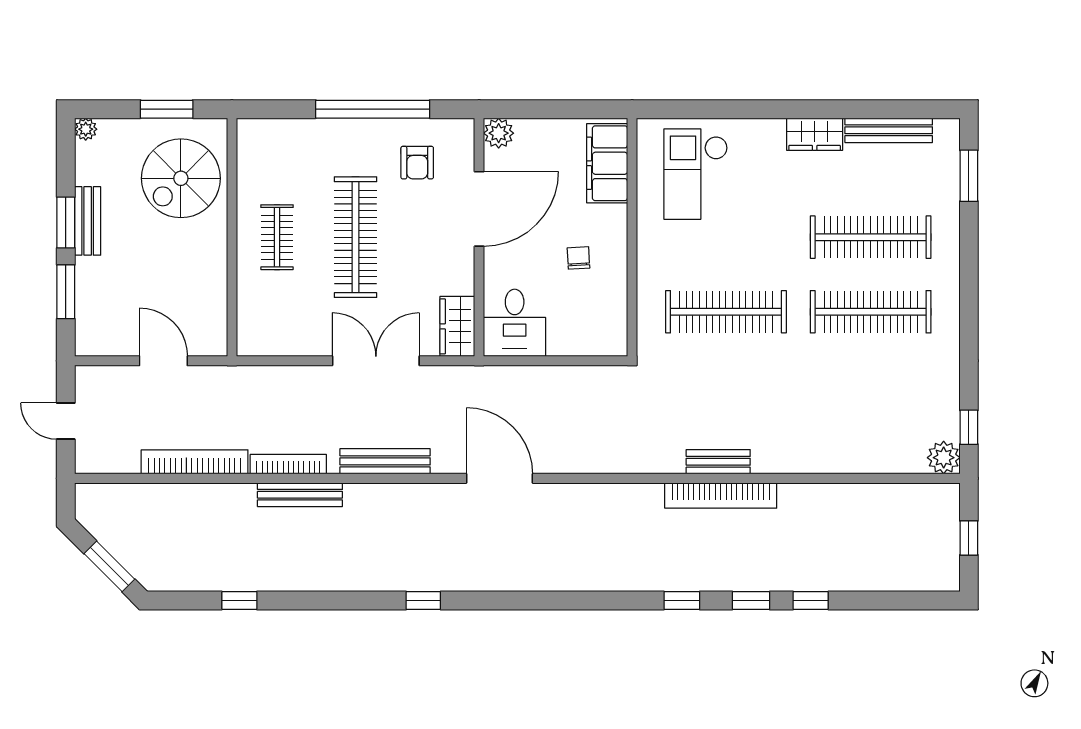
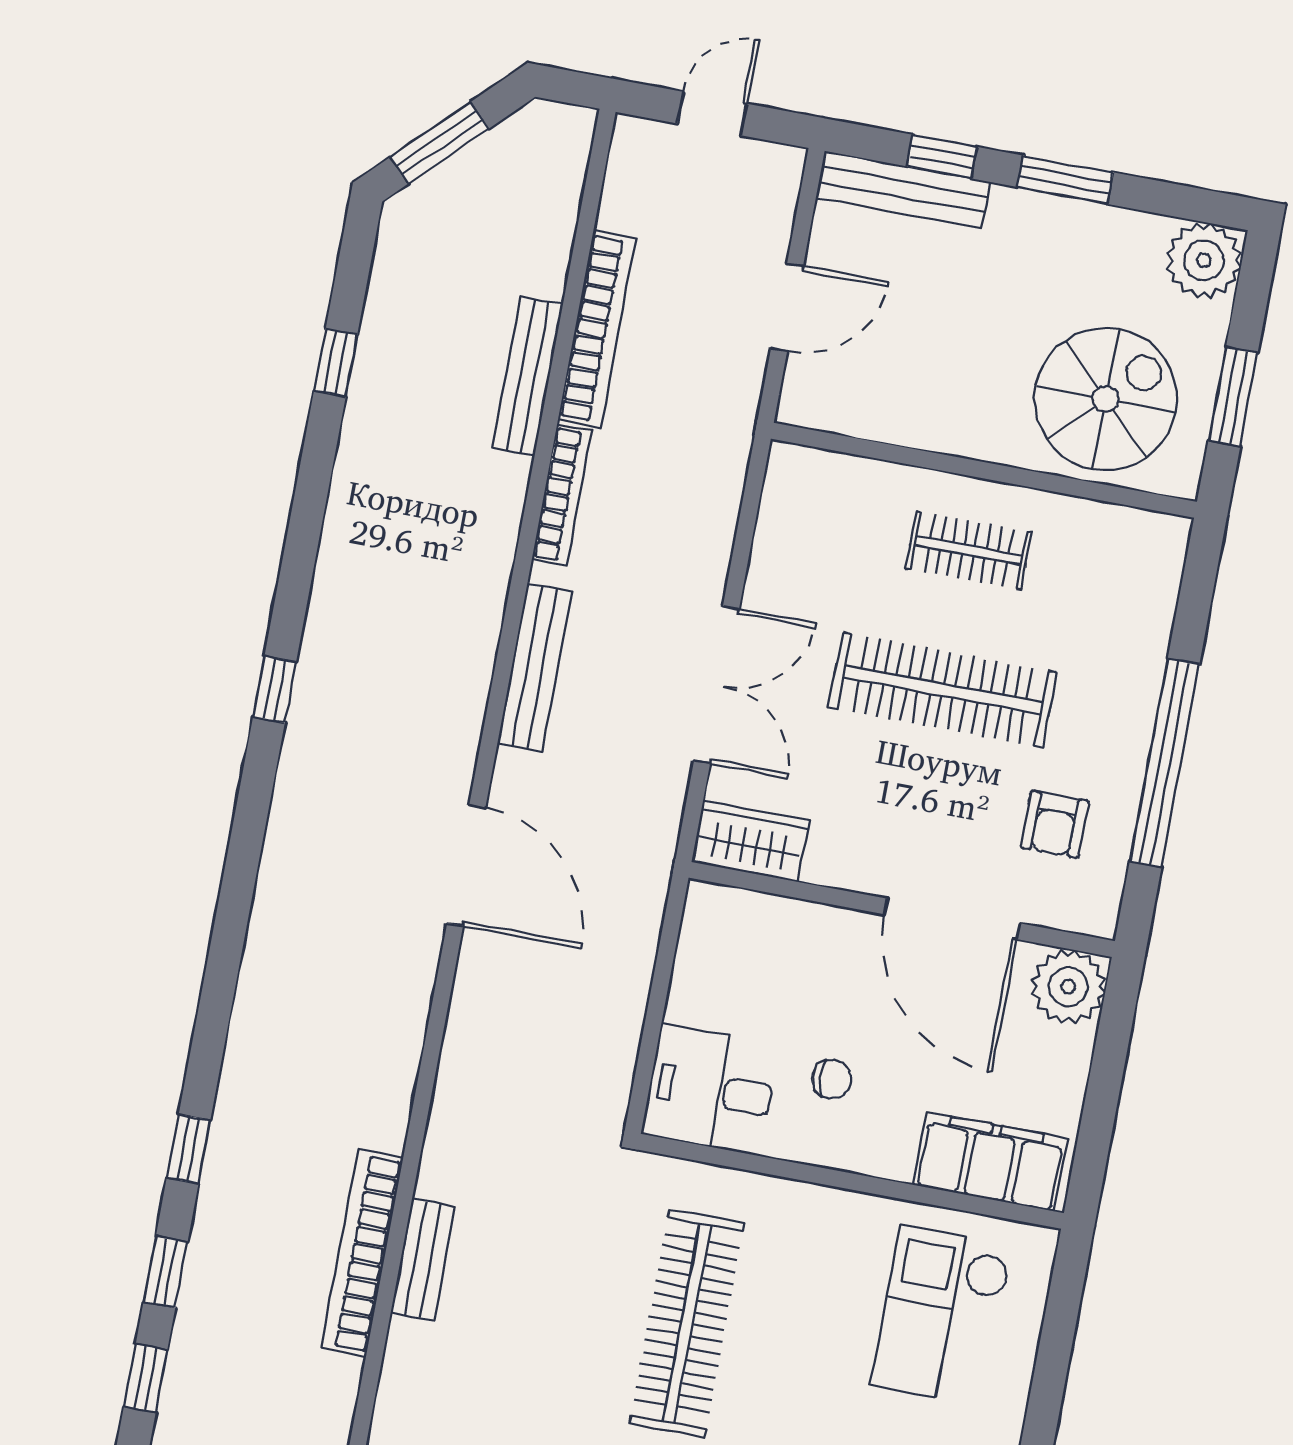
plant: (86, 129) -> (1204, 260), width x1.88, depth x1.88
plant: (499, 133) -> (1069, 987), width x1.36, depth x1.36
armchair: (417, 163) -> (1055, 824), turned -90
checkout: (696, 174) -> (942, 1315), turned -90
spiral stairs: (181, 178) -> (1106, 399), turned 90
bench: (88, 221) -> (903, 190), moved, width x1.36
window: (66, 292) -> (942, 157), width x0.67
desk: (515, 323) -> (711, 1090), moved
door: (499, 478) -> (466, 865), hinge flipped
bench: (300, 495) -> (528, 376), moved

